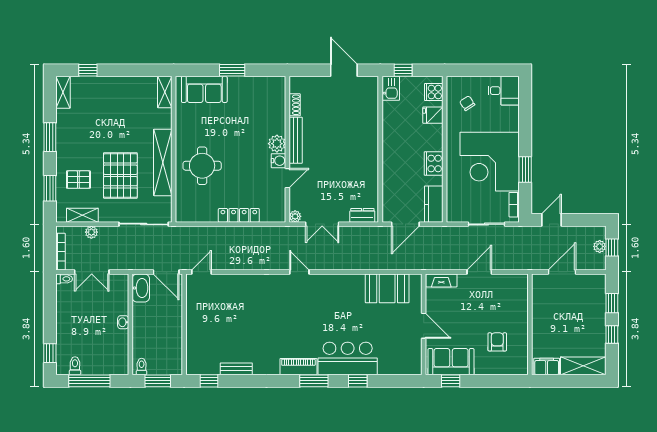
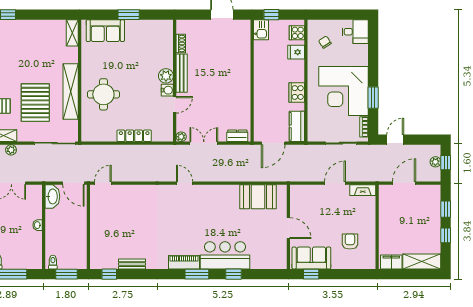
double door: (322, 224) -> (204, 143), swing flipped
fireplace: (441, 280) -> (363, 190), moved

